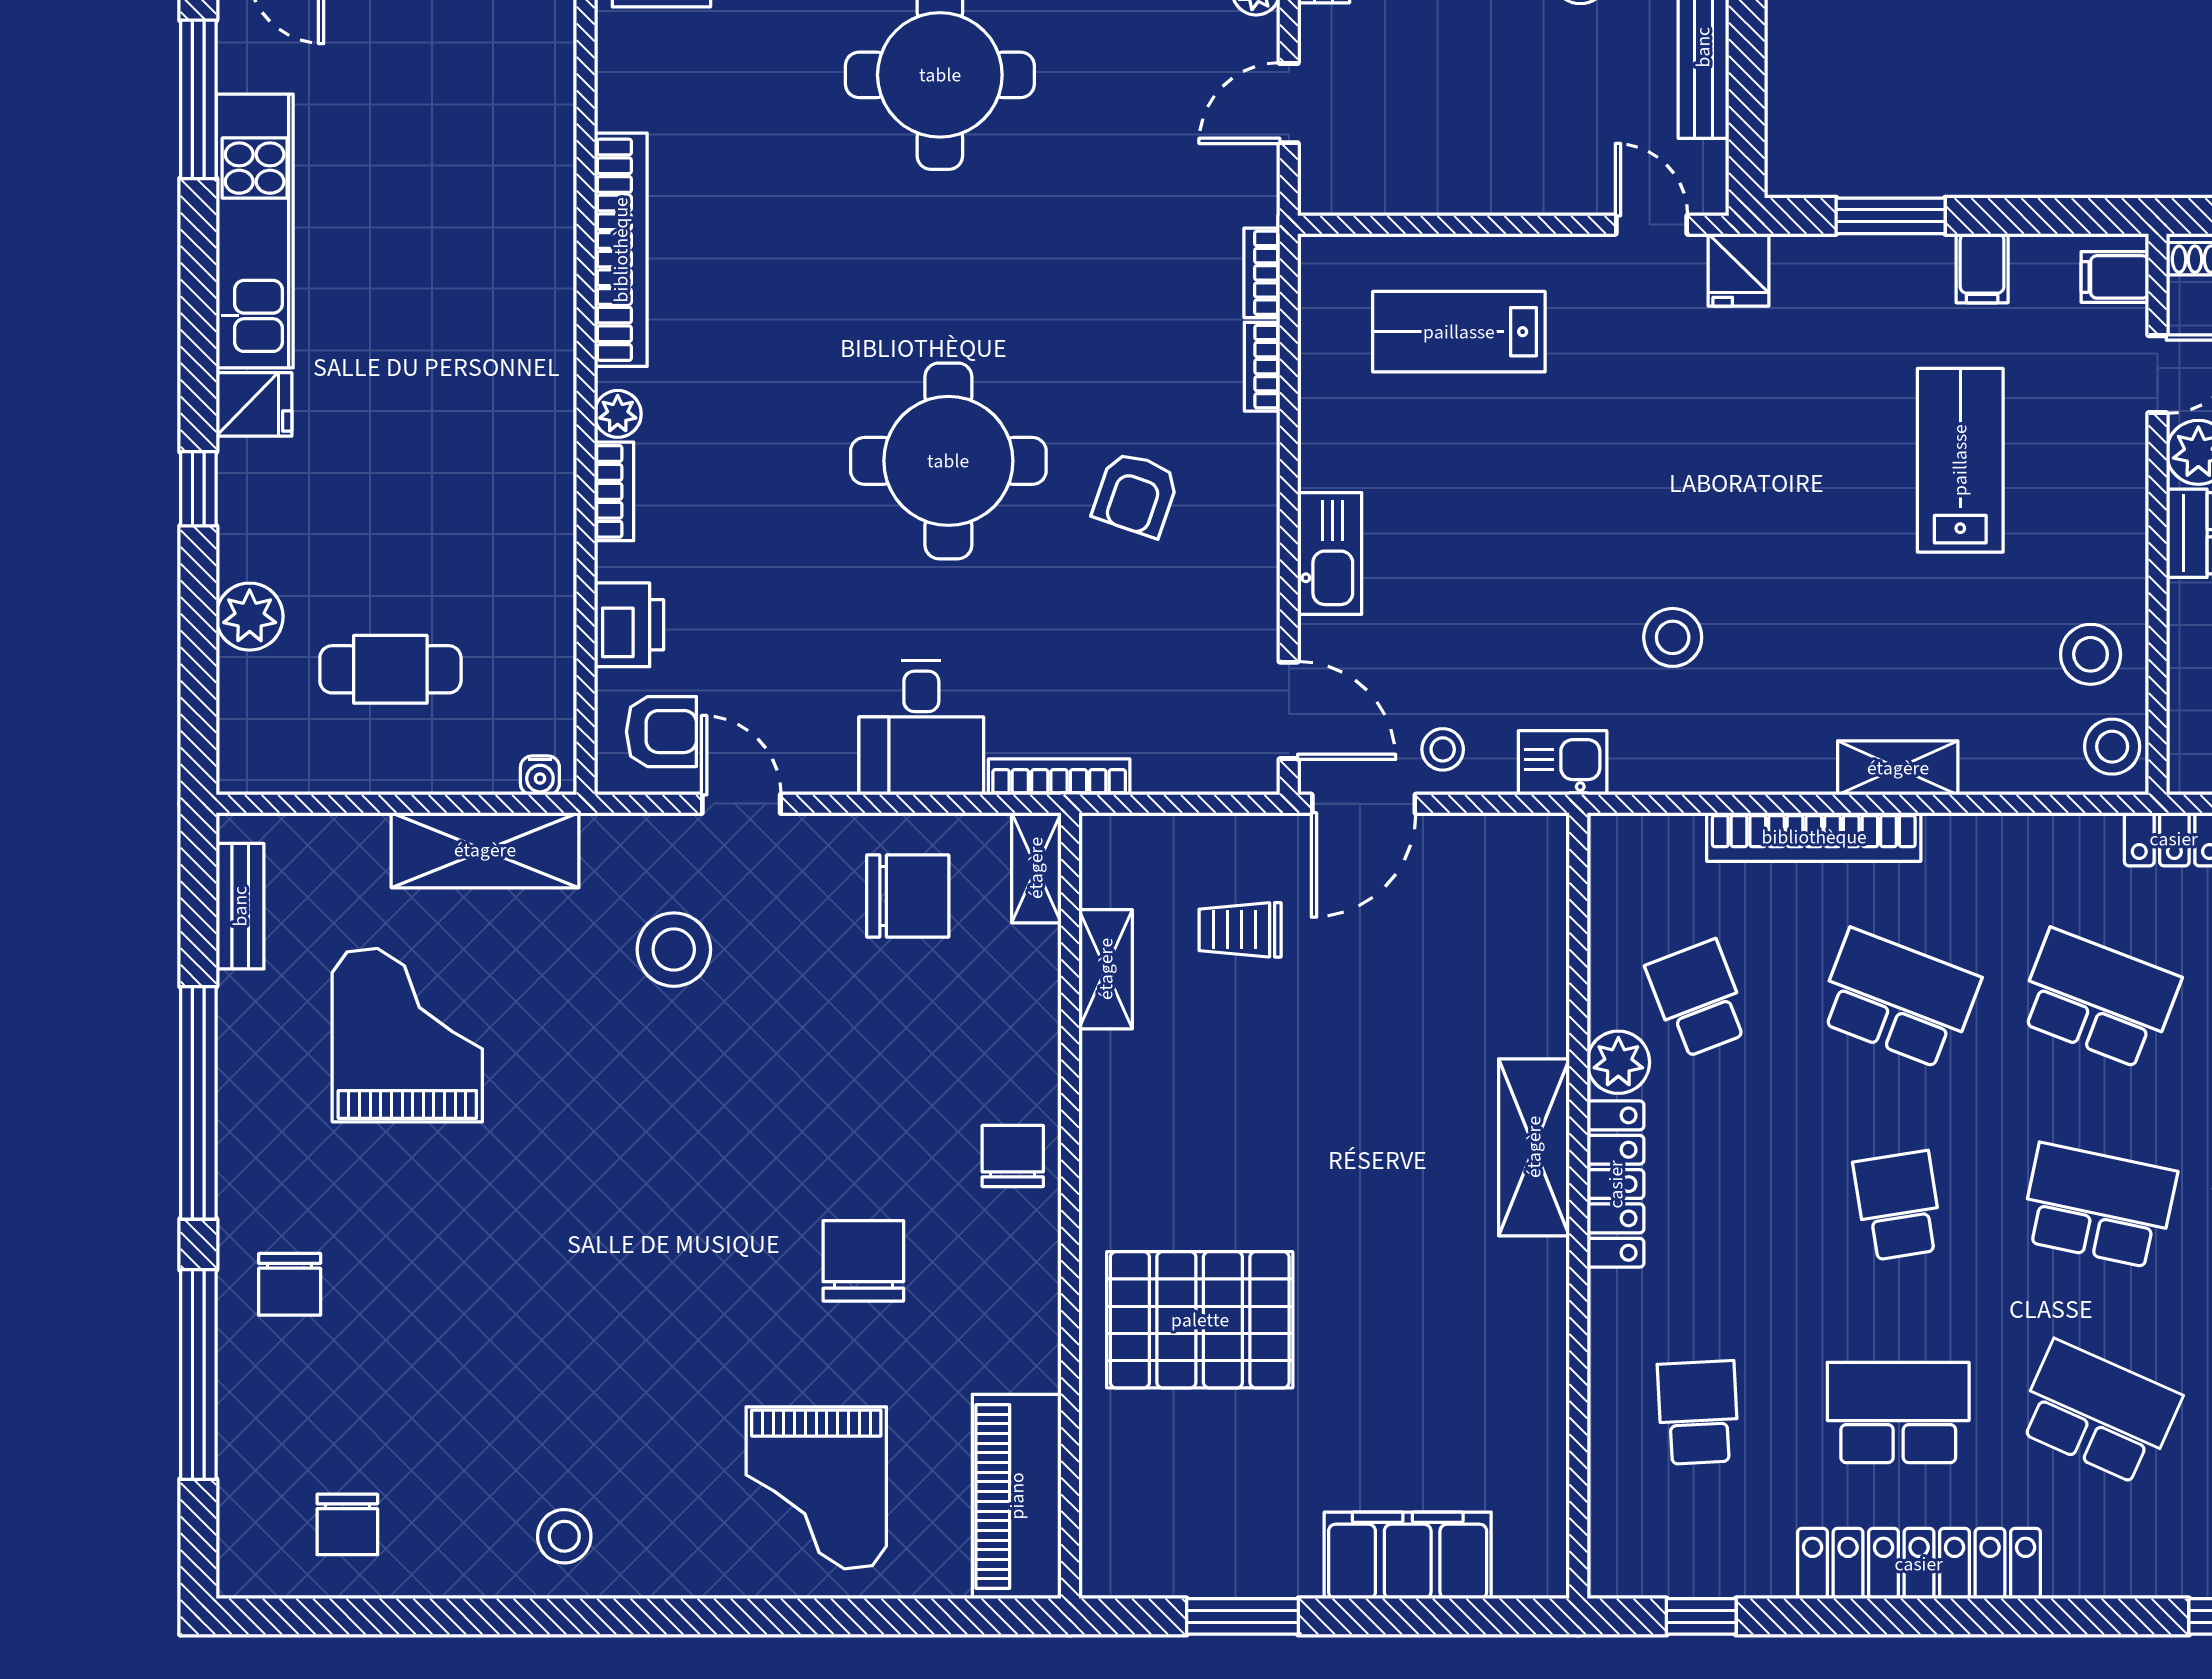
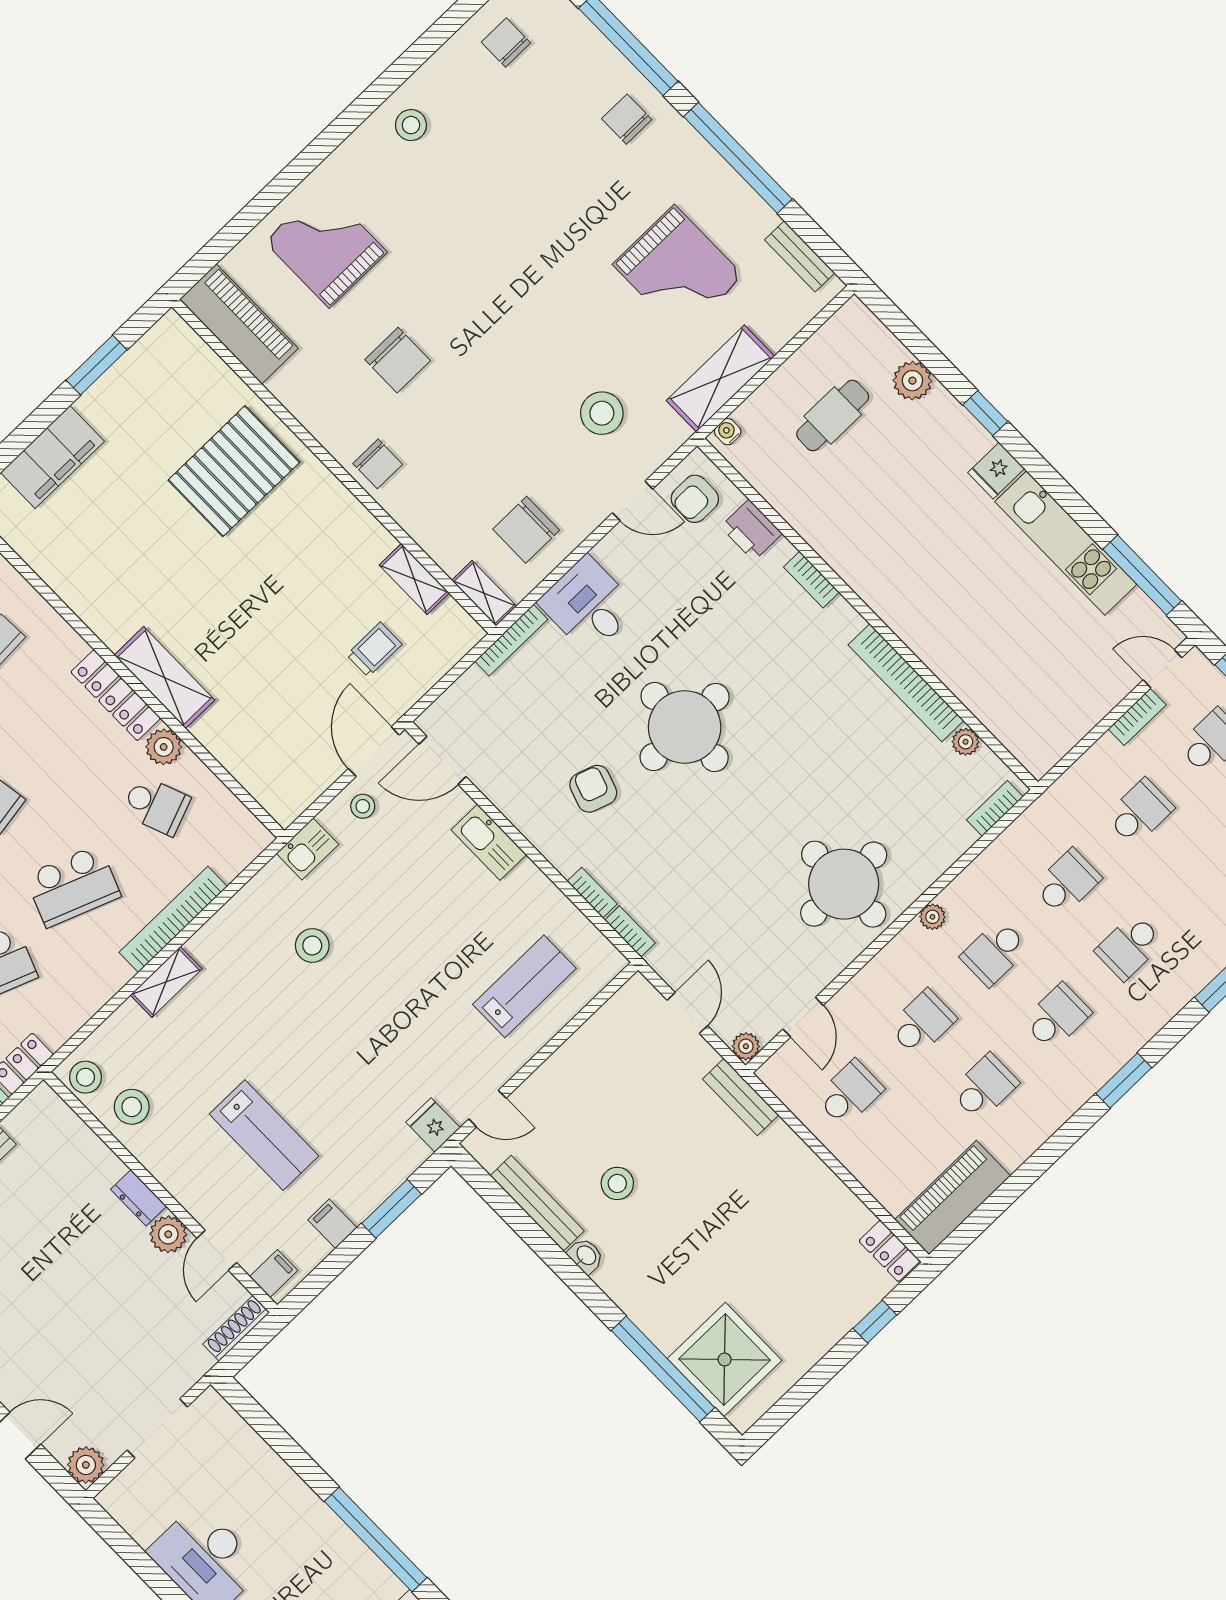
plant: (618, 414) -> (966, 742), moved

